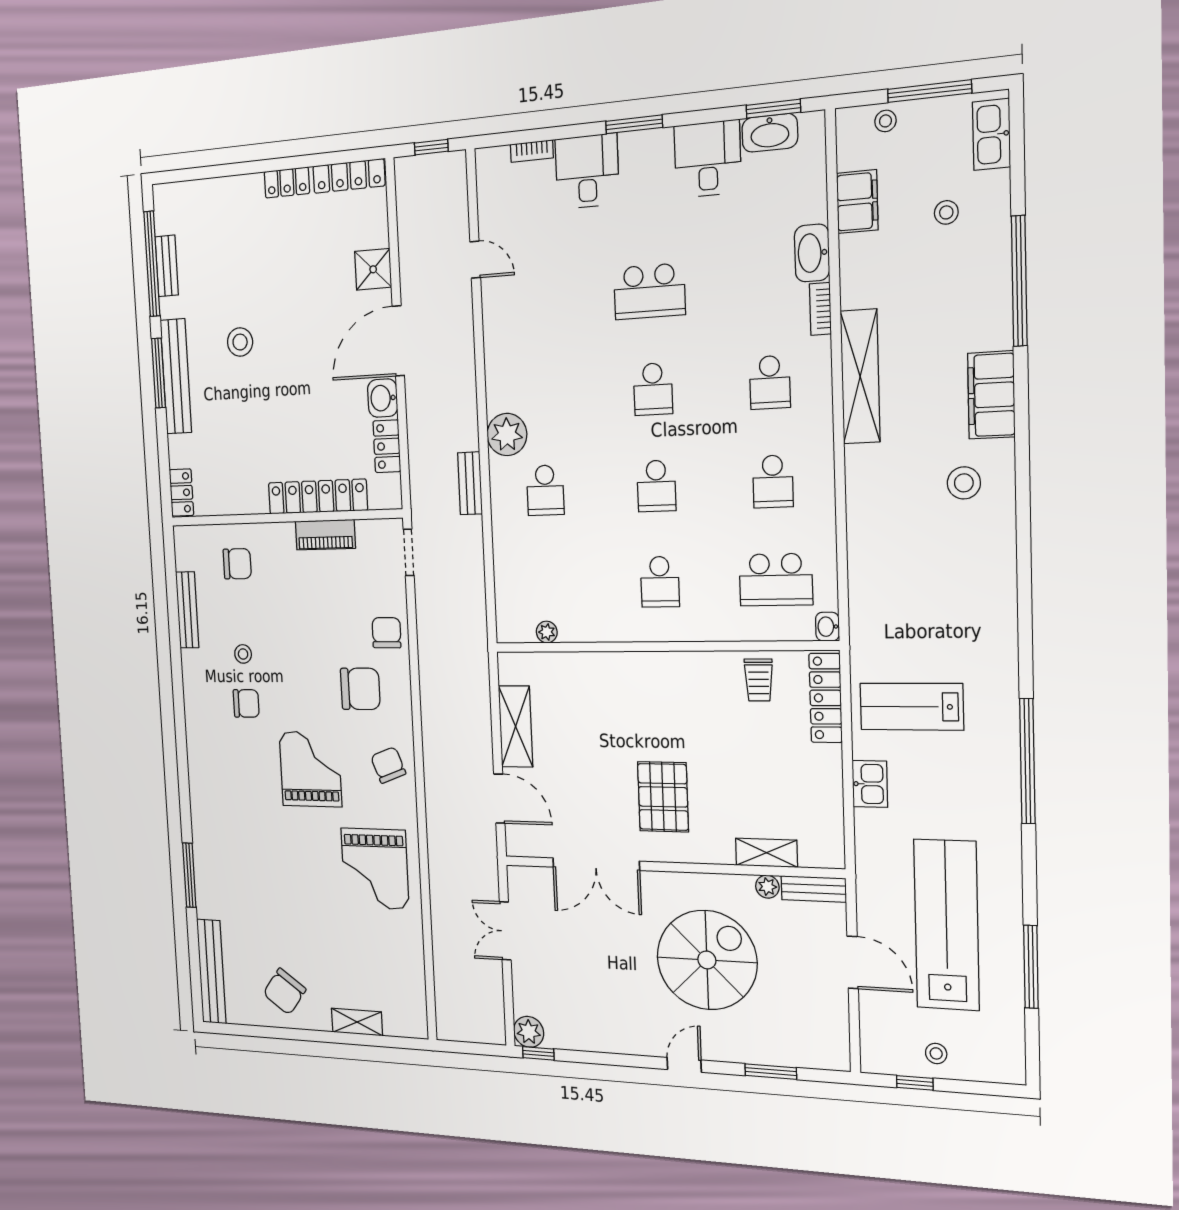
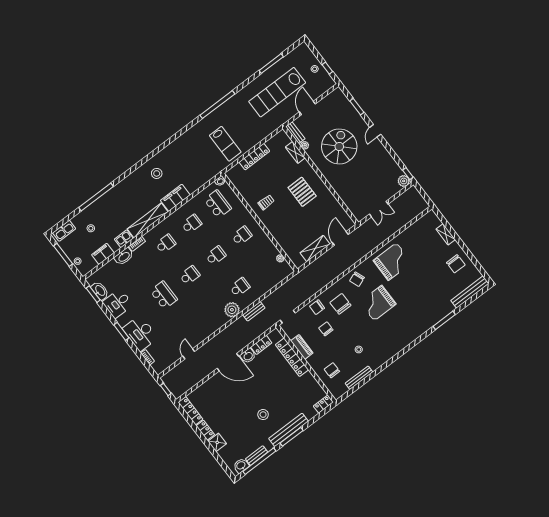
desk: (587, 171) -> (140, 333), width x1.37
washbasin: (167, 215) -> (241, 466), added
shower: (373, 269) -> (217, 442), moved
filing cabinet: (991, 395) -> (175, 198), moved, turned 180
trolley: (759, 680) -> (266, 202), moved
locker: (826, 698) -> (254, 157), moved
chair: (246, 703) -> (326, 329), moved
kitchen sink: (870, 784) -> (124, 239), moved
pallet: (663, 797) -> (302, 192), turned 90
double door: (596, 864) -> (337, 197), removed
spiral stairs: (707, 960) -> (339, 146), turned 90
chair: (284, 991) -> (456, 264), turned 54
door: (684, 1065) -> (375, 131), hinge flipped

